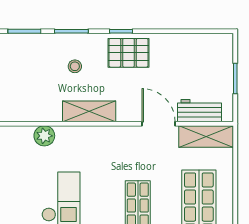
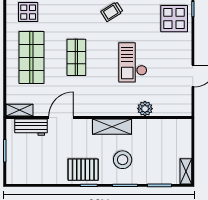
stool: (75, 66) -> (123, 160), width x1.89, depth x1.89
door: (159, 124) -> (61, 118), swing flipped
shelving: (206, 136) -> (19, 110), width x0.67, depth x0.75

